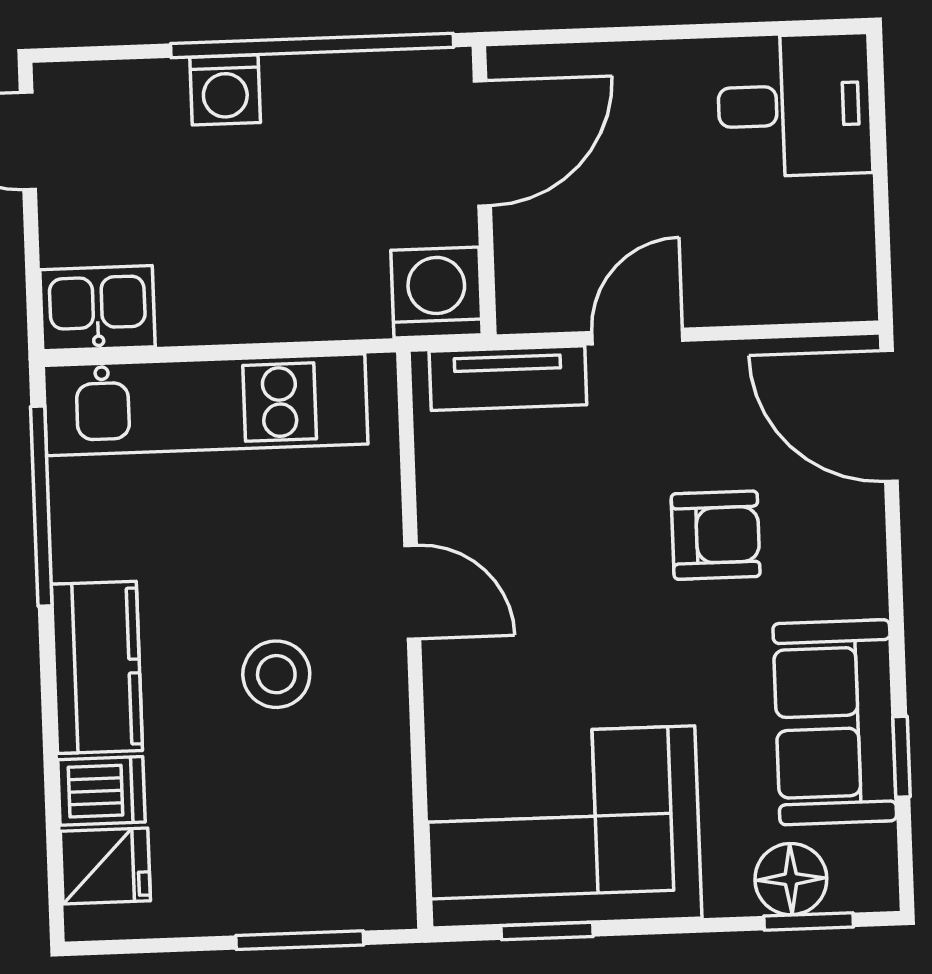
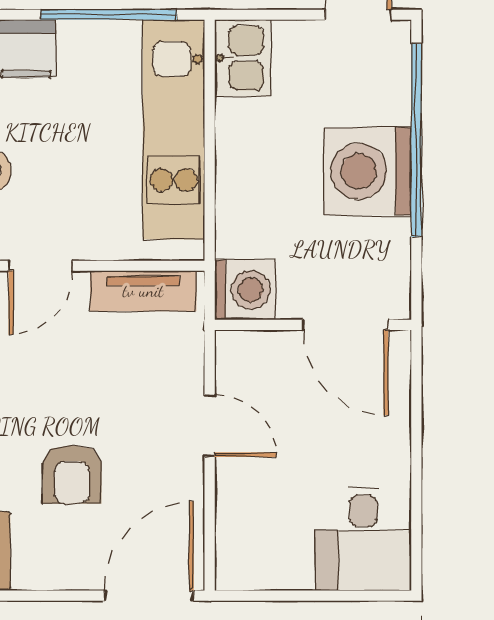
window: (312, 45) -> (416, 140), moved
washing machine: (225, 90) -> (368, 171), width x1.89, depth x1.89
tv unit: (508, 378) -> (143, 291), moved, turned -90

